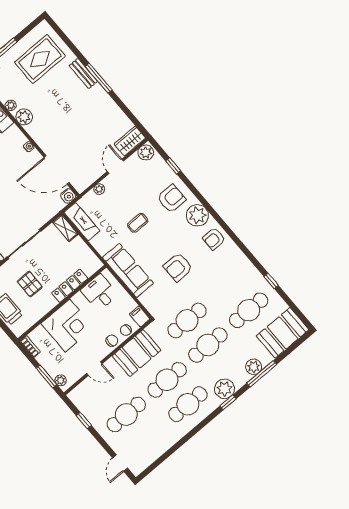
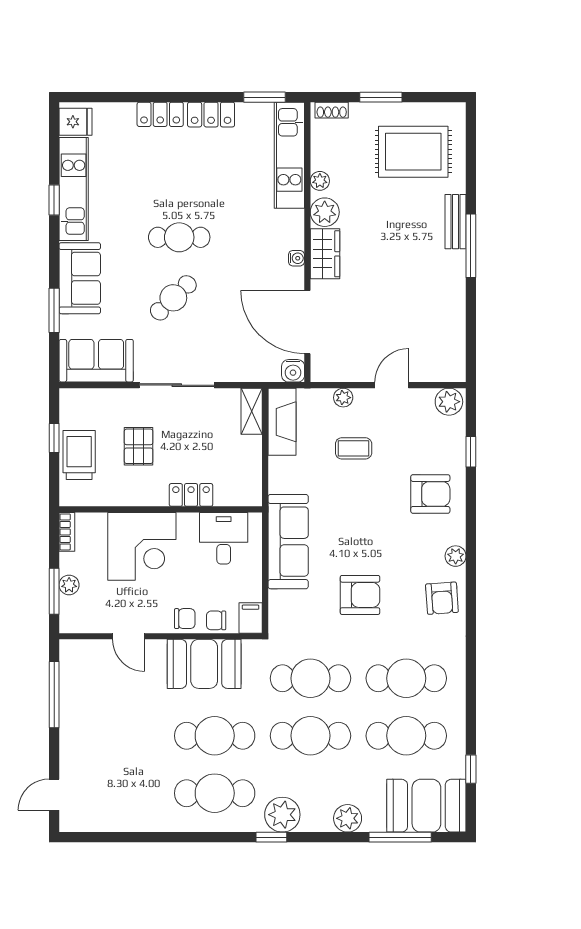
wardrobe: (130, 141) -> (325, 254), moved, turned 90
plant: (197, 215) -> (456, 556), width x0.53, depth x0.53
coffee table: (138, 223) -> (354, 448), moved
armchair: (214, 239) -> (442, 598), turned -94
armchair: (178, 267) -> (360, 595), turned 180
window: (271, 281) -> (471, 769), moved
locker: (70, 286) -> (191, 495), width x0.66
window: (262, 374) -> (400, 837), moved
plant: (61, 380) -> (69, 585), moved
cafe table: (126, 415) -> (406, 678), moved
window: (84, 420) -> (54, 695), width x2.17

